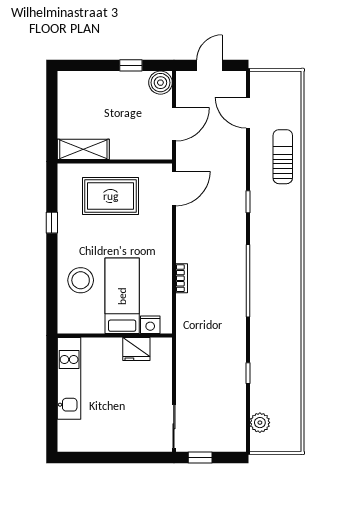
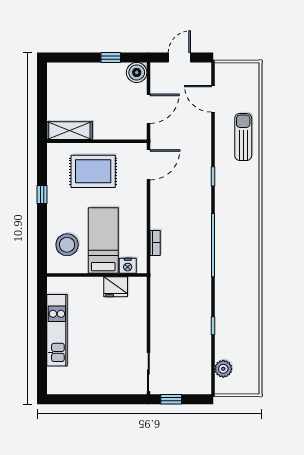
bed: (122, 296) -> (103, 241), moved
nightstand: (150, 325) -> (128, 266), moved
wall: (115, 335) -> (97, 275), moved
fridge: (136, 349) -> (116, 287), moved

